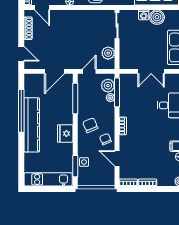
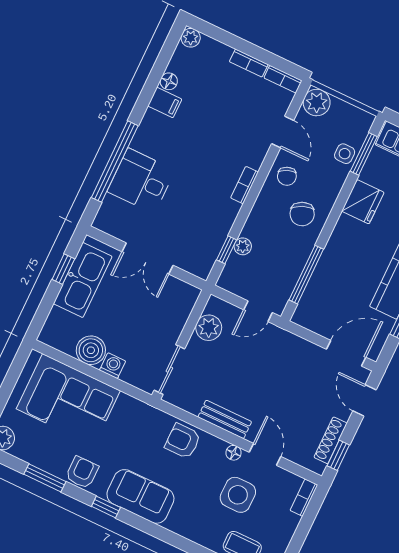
door: (42, 8) -> (265, 454), moved
bench: (81, 15) -> (225, 419), added
window: (21, 23) -> (338, 455), added
door: (54, 71) -> (346, 353), moved
double door: (151, 71) -> (148, 259), swing flipped
plant: (108, 86) -> (317, 103), moved
window: (117, 92) -> (226, 250), width x0.46
fridge: (65, 134) -> (363, 202), moved

